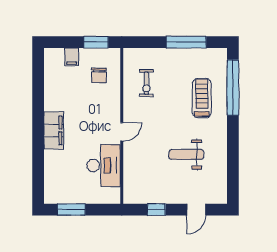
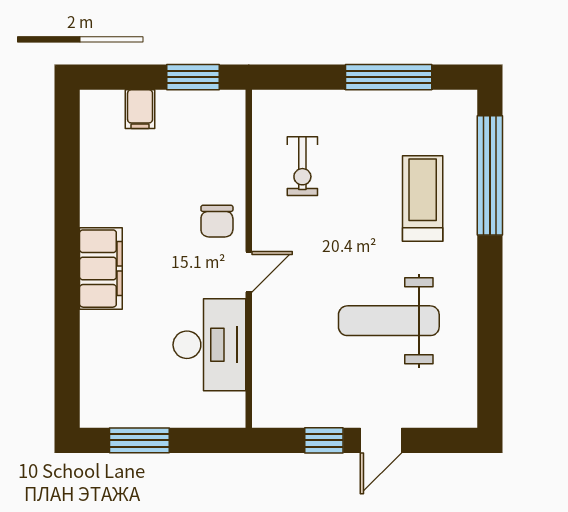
chair: (99, 75) -> (217, 221), moved
weight bench: (186, 154) -> (389, 321), width x1.36, depth x1.33
door: (196, 210) -> (381, 440), moved

